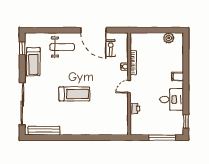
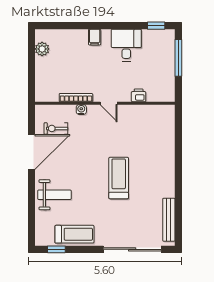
weight bench: (62, 47) -> (54, 195), turned 90

